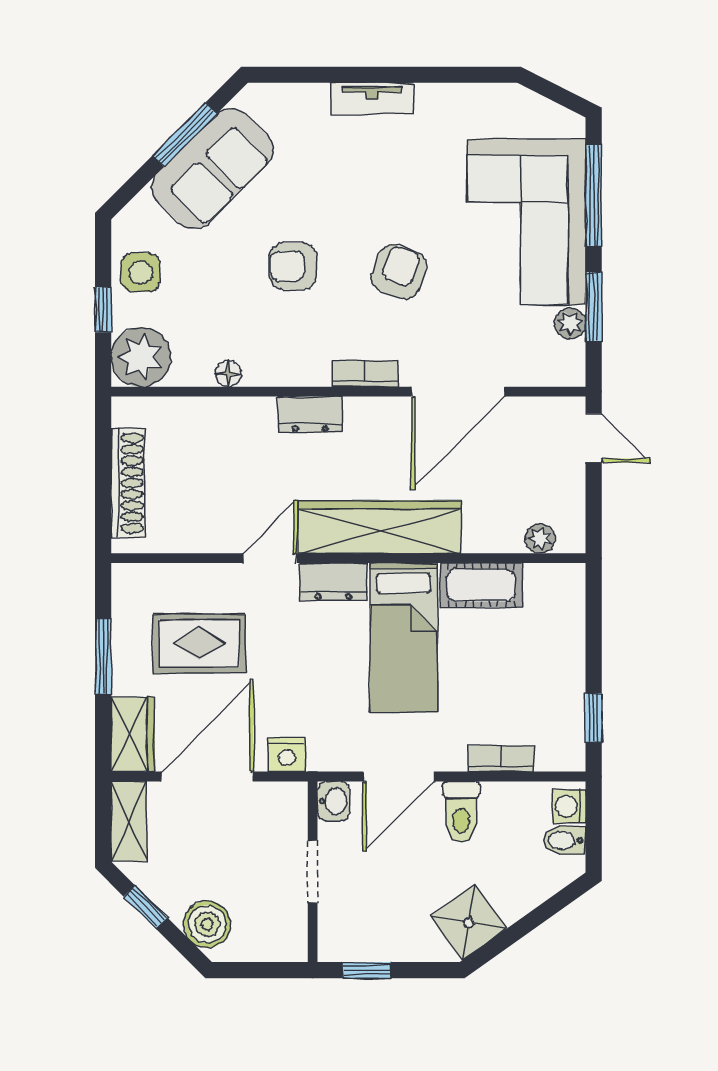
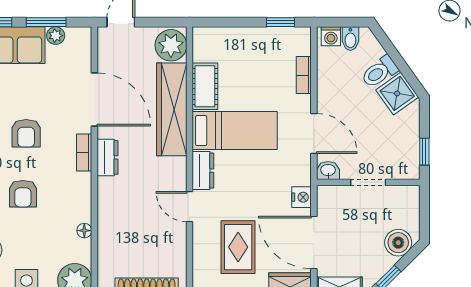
armchair: (399, 272) -> (26, 133), turned -111
dresser: (310, 414) -> (107, 157), moved
wardrobe: (379, 527) -> (172, 109), moved
plant: (540, 539) -> (171, 45), width x1.88, depth x1.88
toilet: (461, 812) -> (379, 72), moved, turned 145

